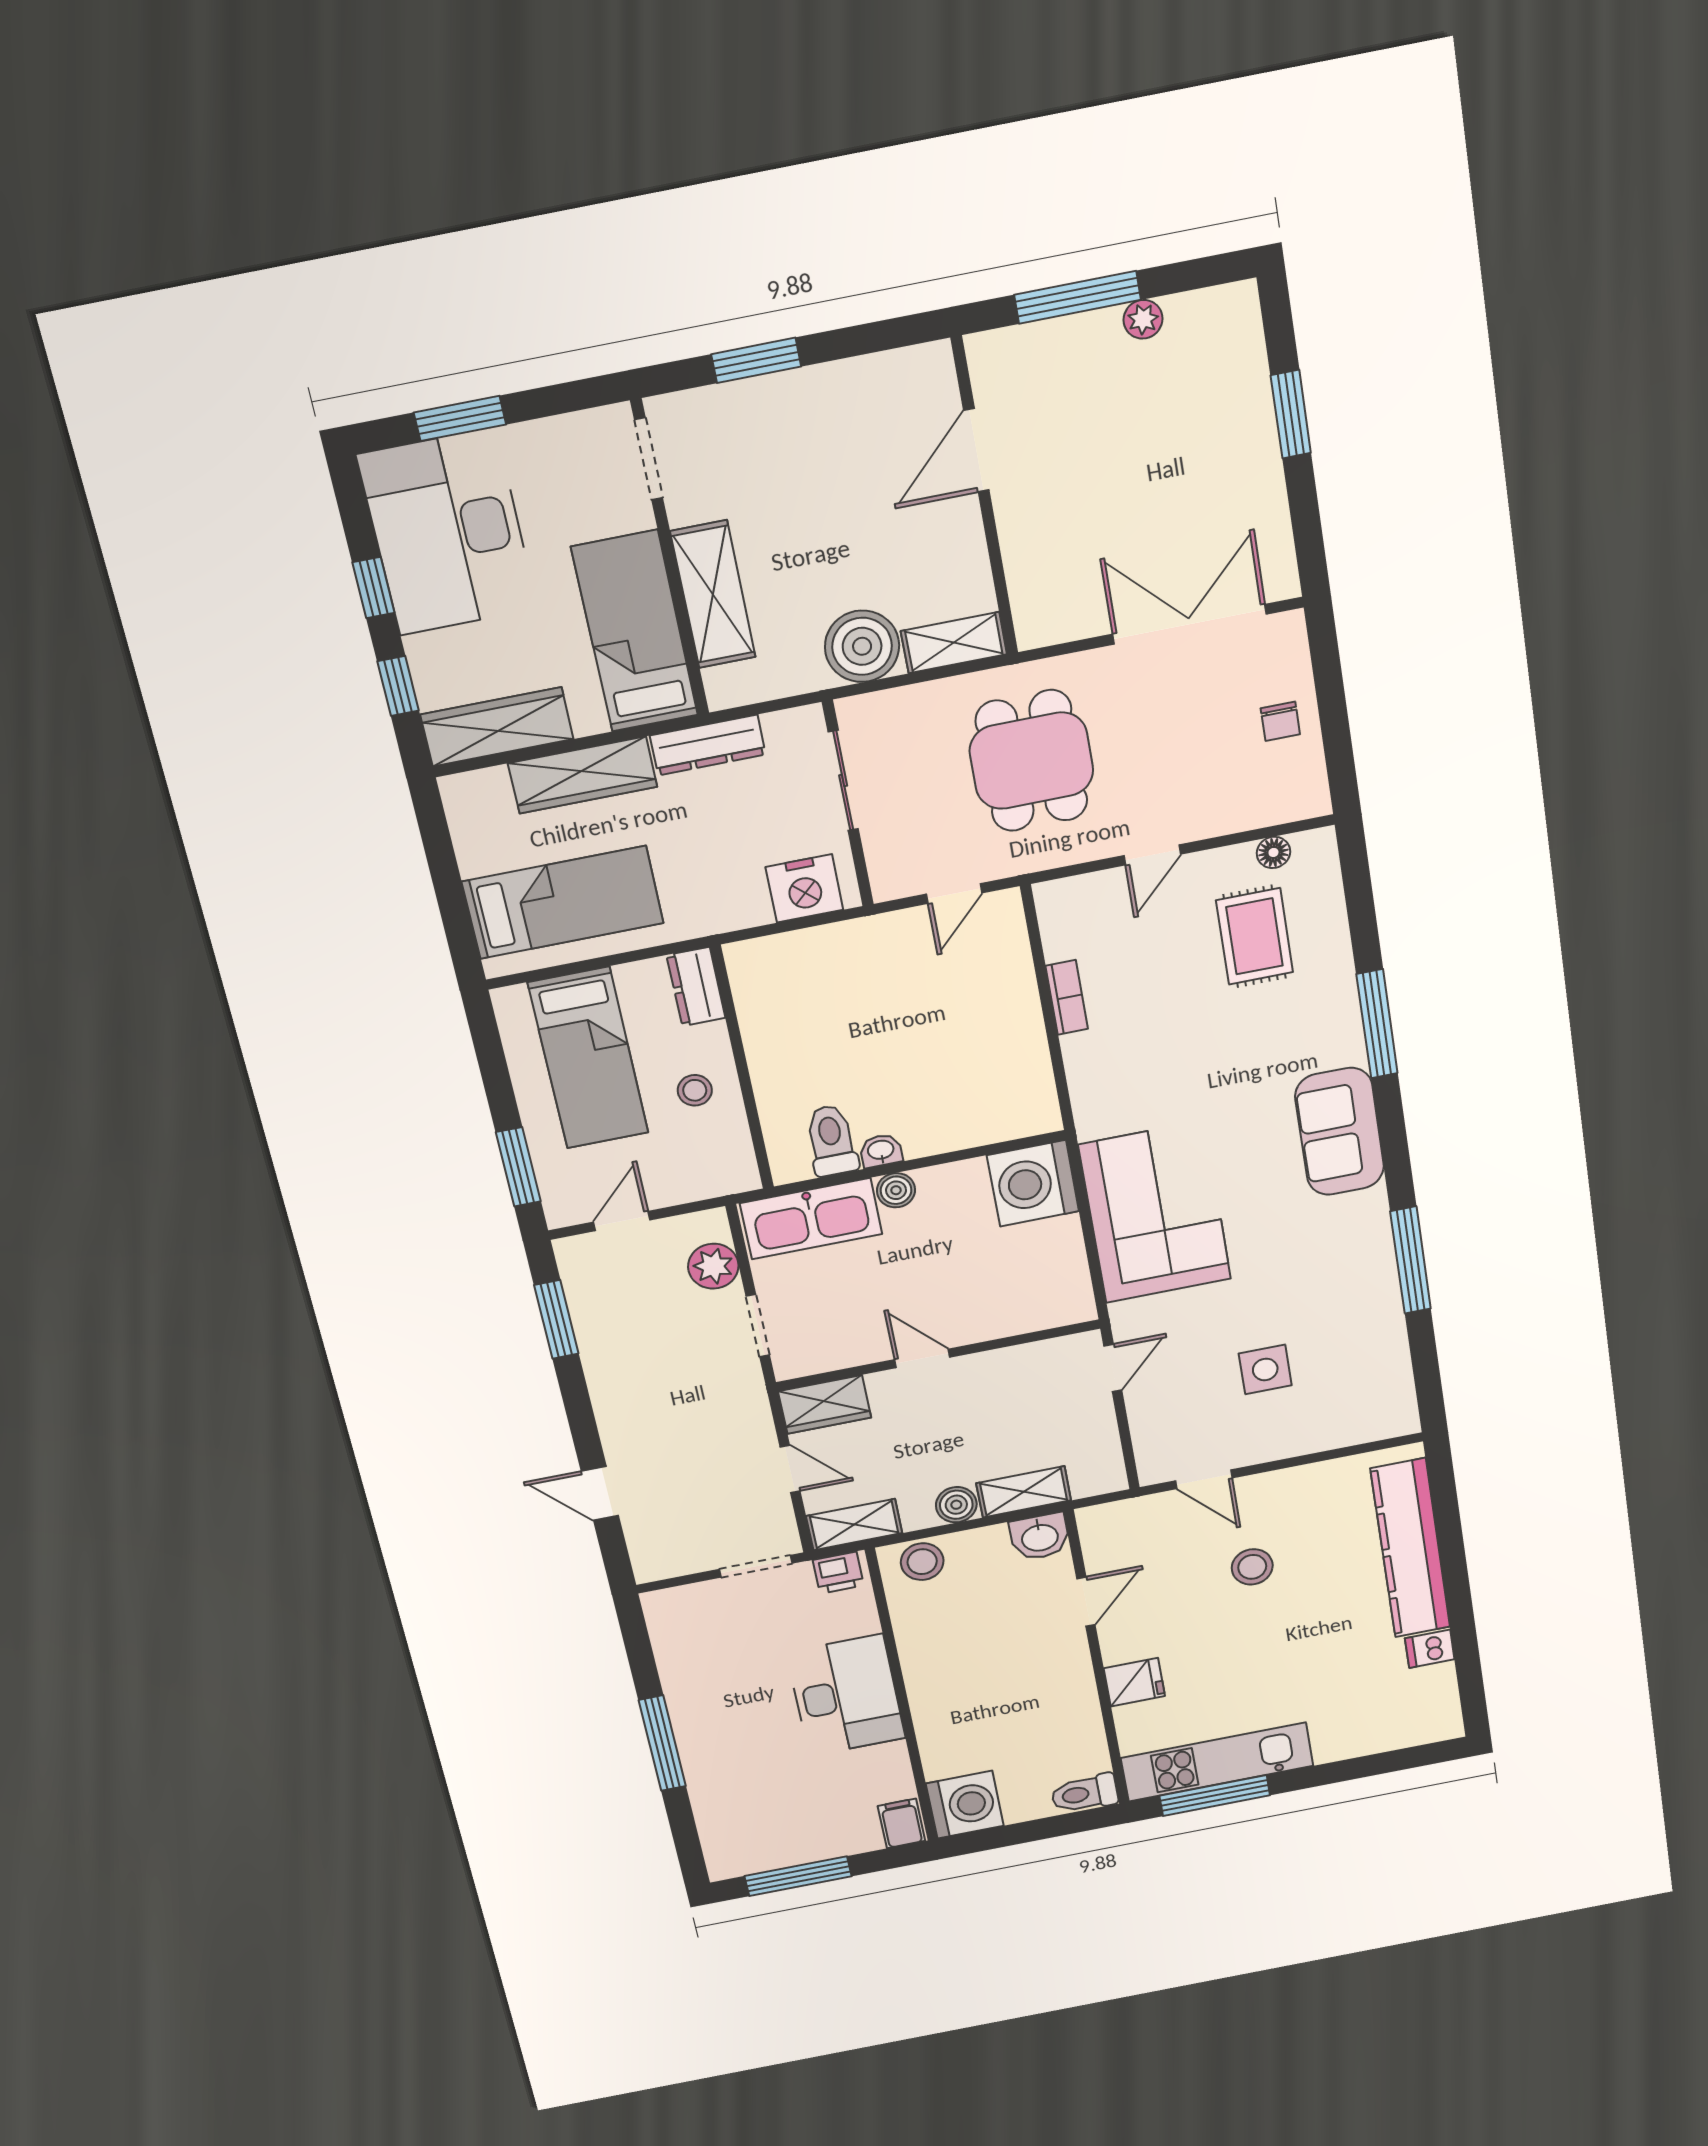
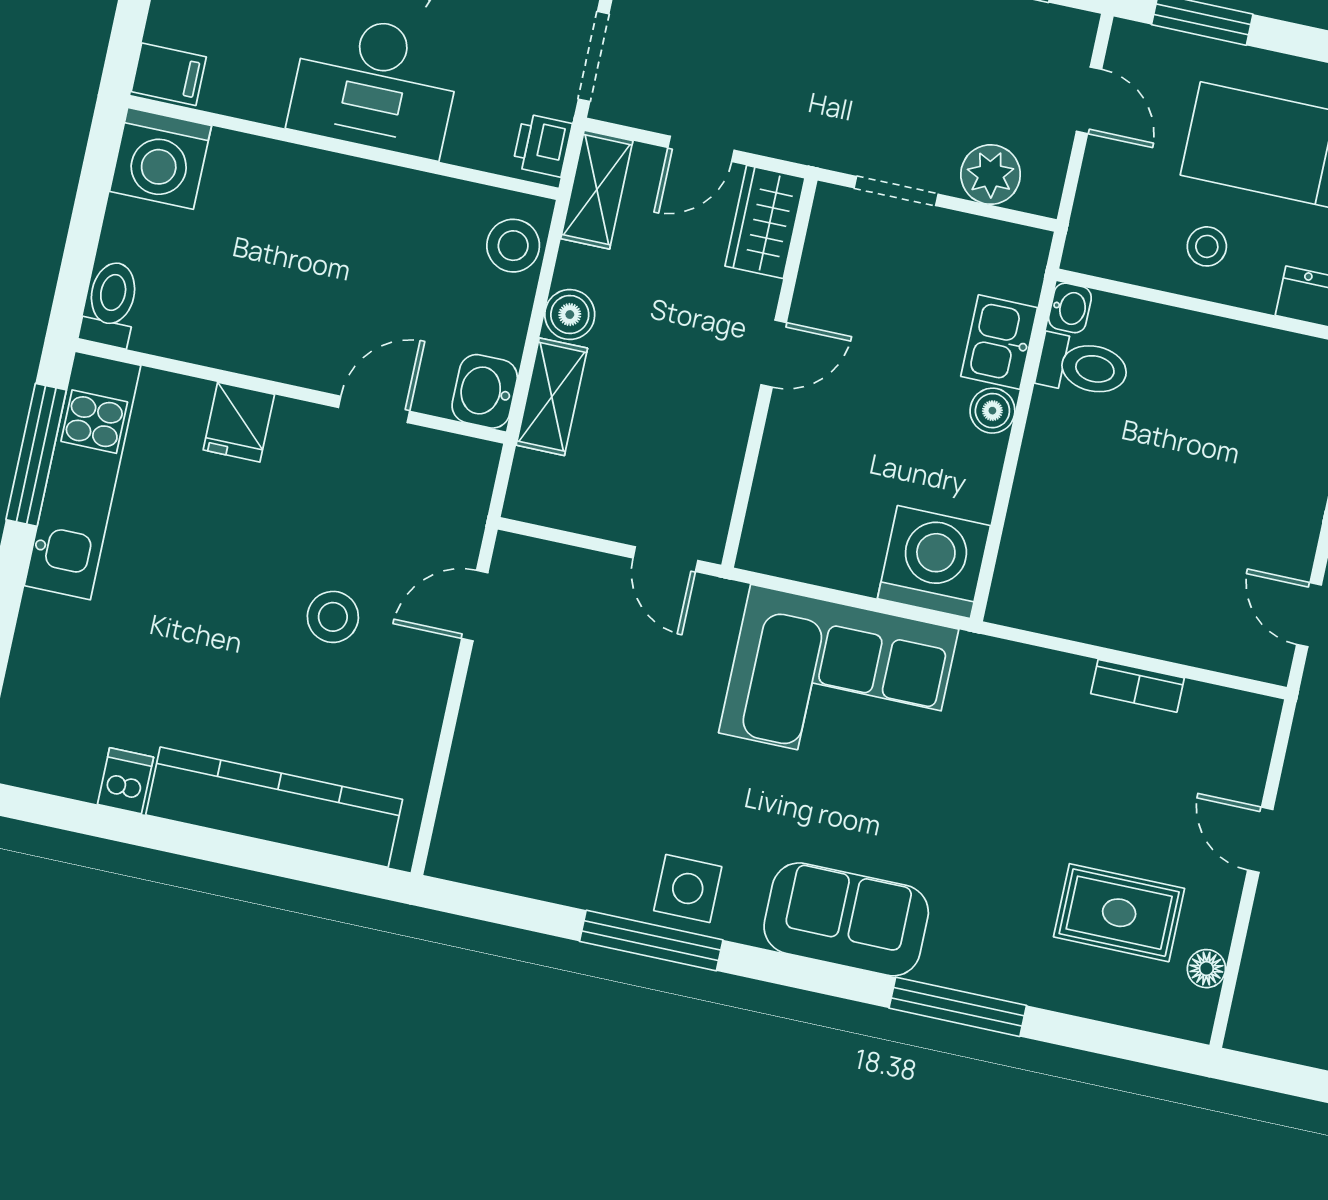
washbasin: (881, 1151) -> (1070, 308), moved
kitchen sink: (811, 1219) -> (999, 342), width x0.53, depth x0.81
side table: (1265, 1370) -> (688, 889), moved
door: (1086, 1602) -> (374, 409), swing flipped

